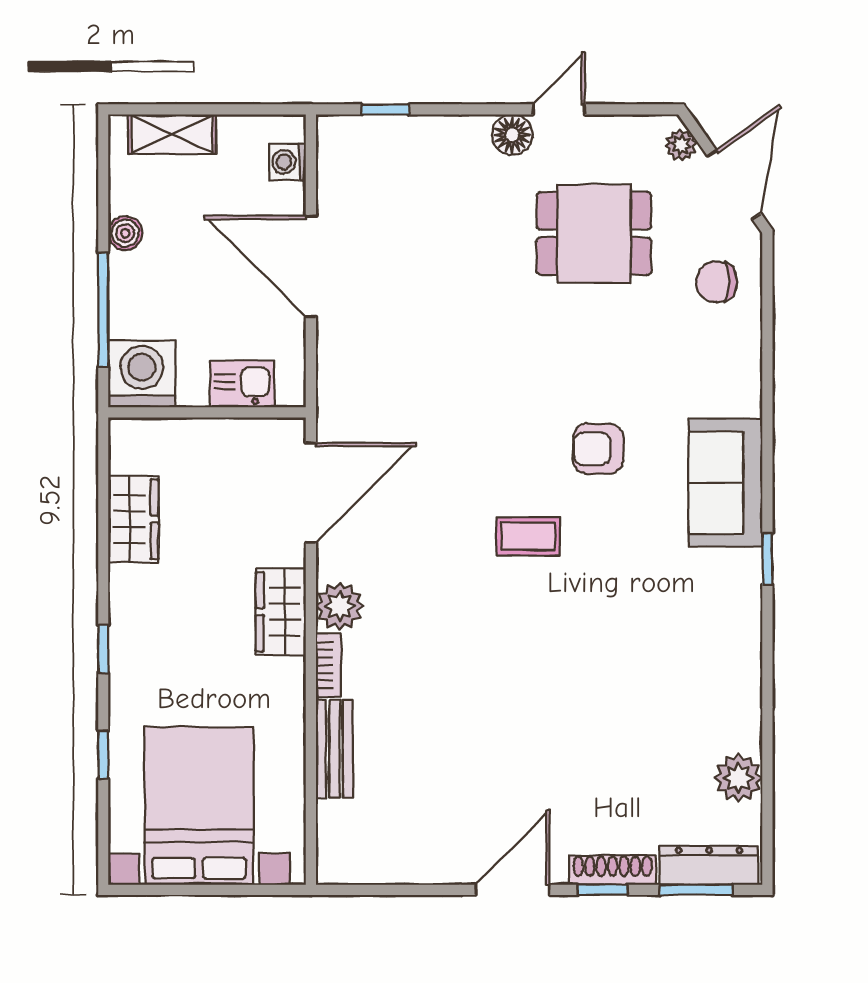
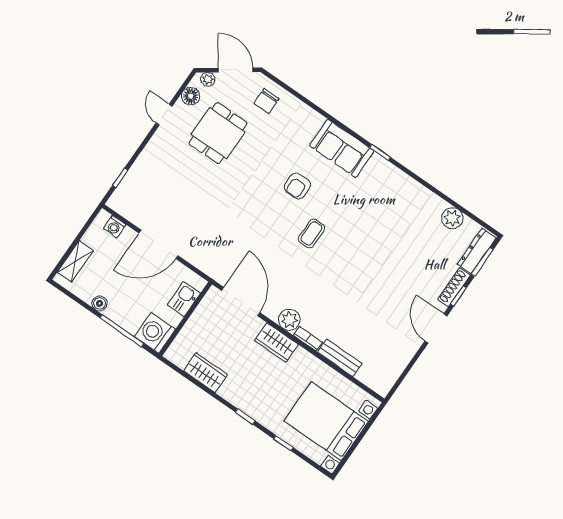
floor lamp: (512, 135) -> (191, 96), moved

